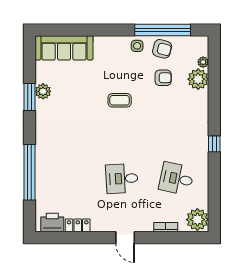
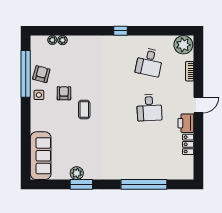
armchair: (163, 78) -> (64, 93), moved
plant: (198, 79) -> (62, 40), width x0.53, depth x0.53
printer: (52, 223) -> (186, 123), moved

